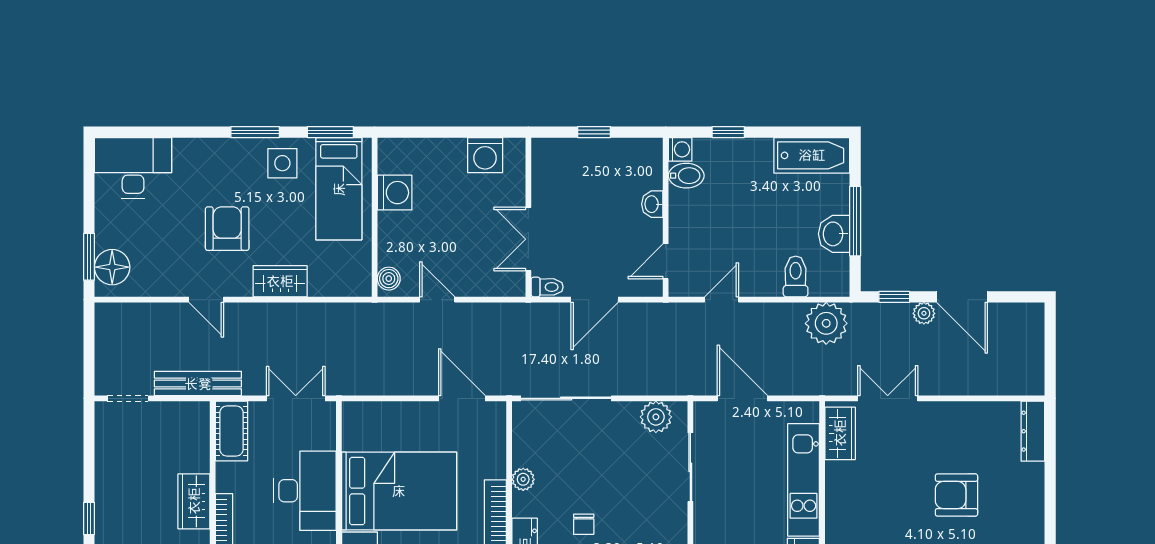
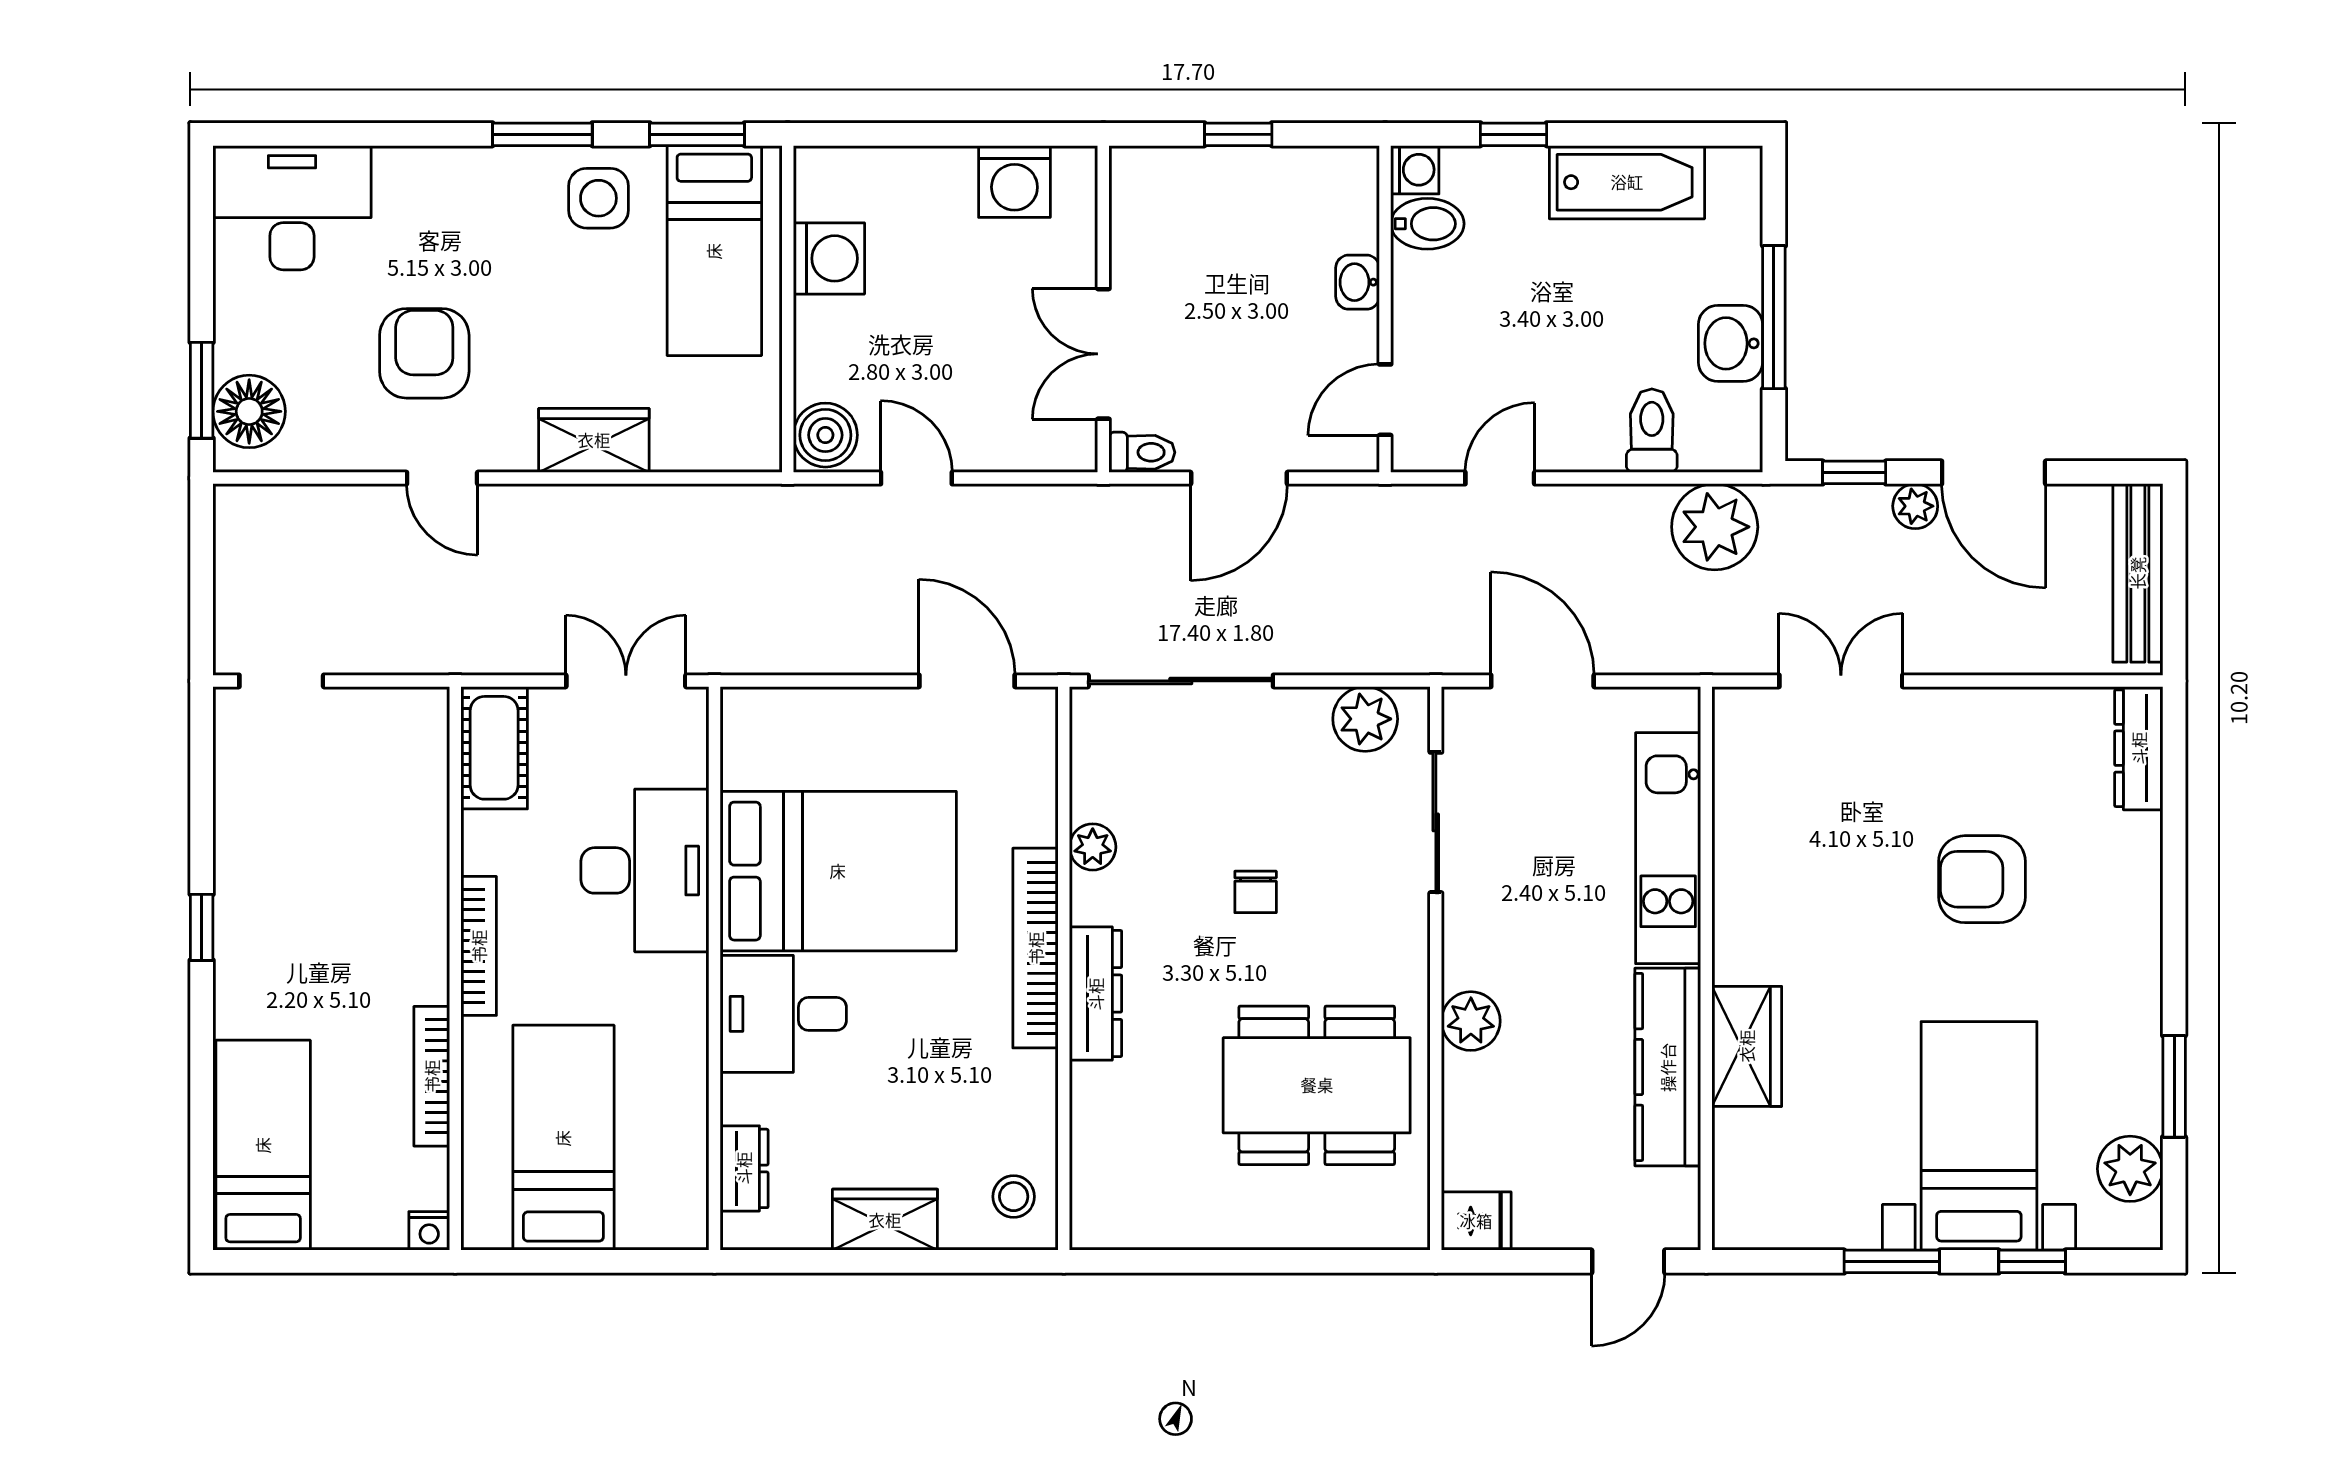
bathtub: (812, 155) -> (1627, 182), moved
armchair: (227, 229) -> (424, 353), moved
boiler: (389, 279) -> (825, 435), width x1.36, depth x1.36
bench: (198, 384) -> (2138, 573), moved, turned 90
wardrobe: (840, 433) -> (1743, 753), removed
wardrobe: (194, 501) -> (417, 892), removed
chair: (584, 524) -> (1256, 892), moved

